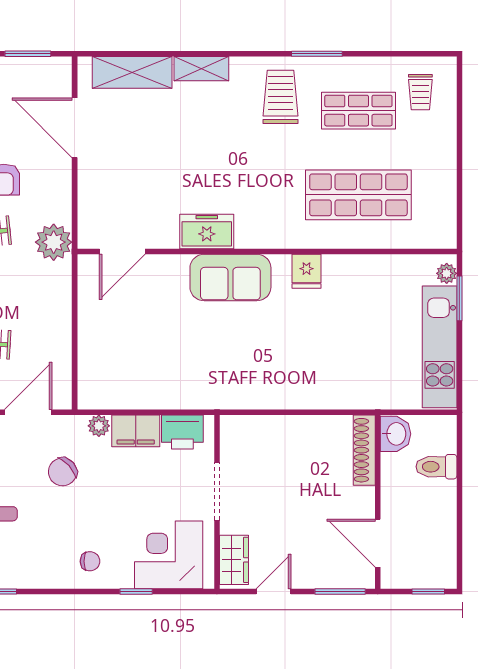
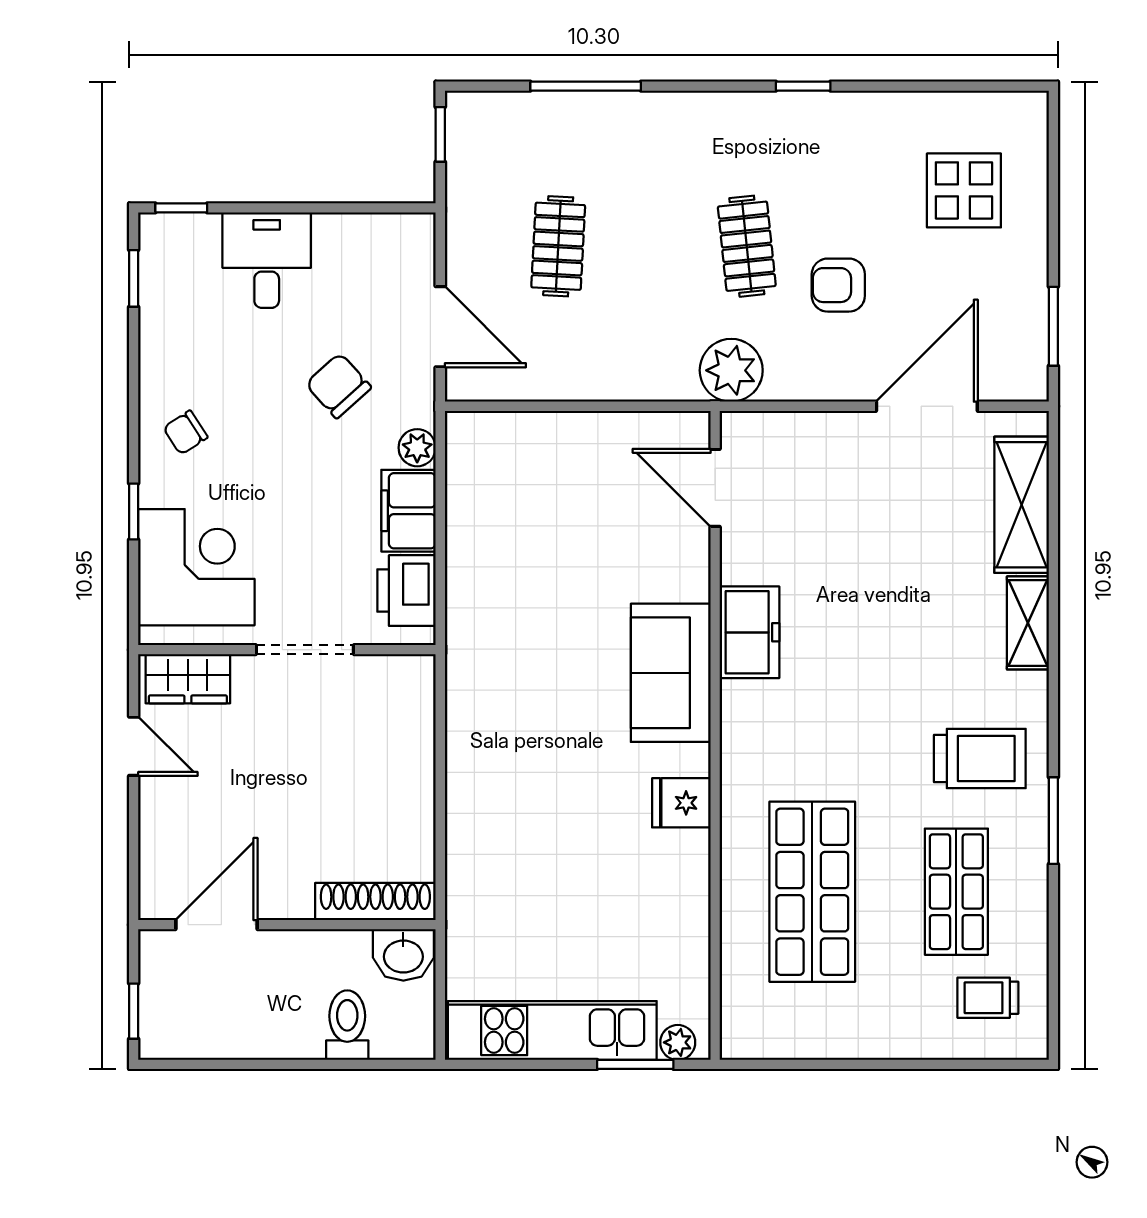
chair: (90, 561) -> (185, 432), turned 57
window: (340, 592) -> (134, 860), removed

